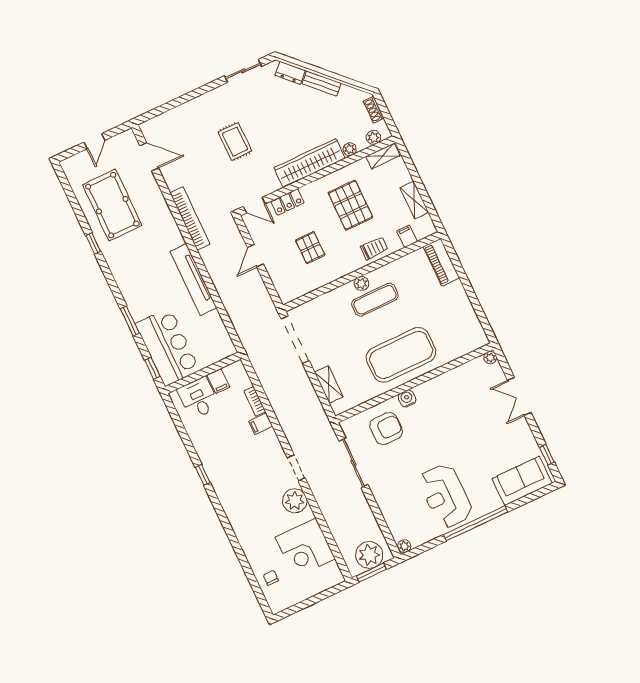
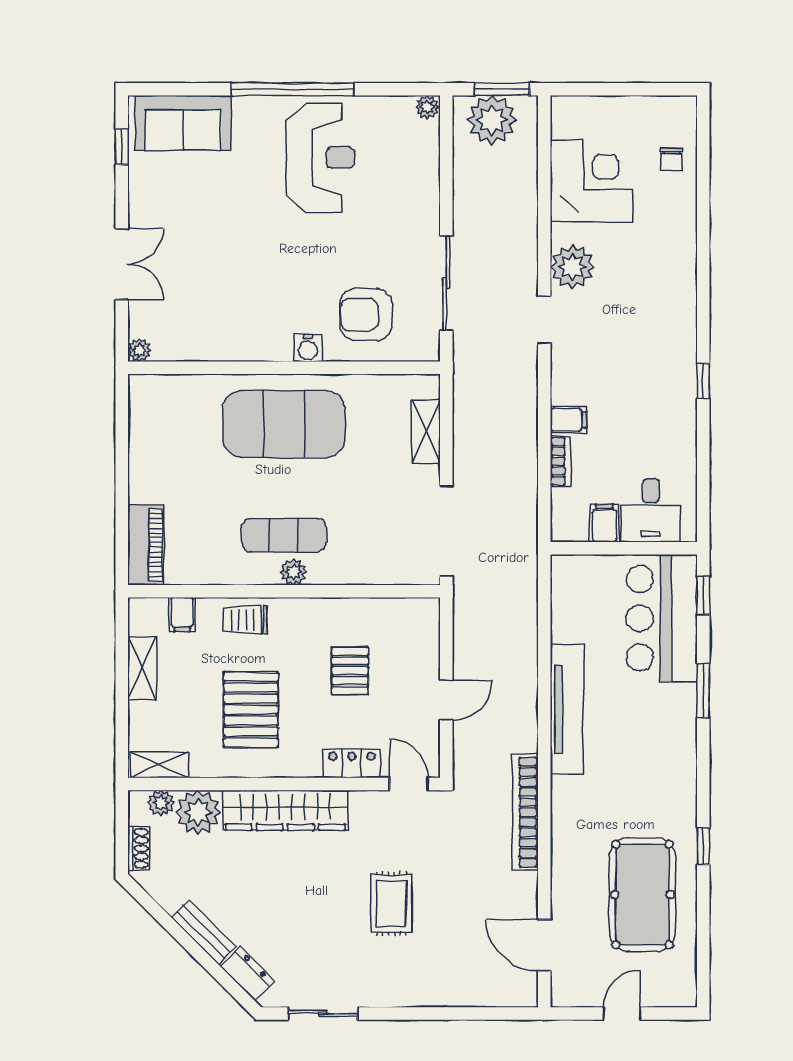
plant: (350, 149) -> (198, 812), width x1.88, depth x1.88

